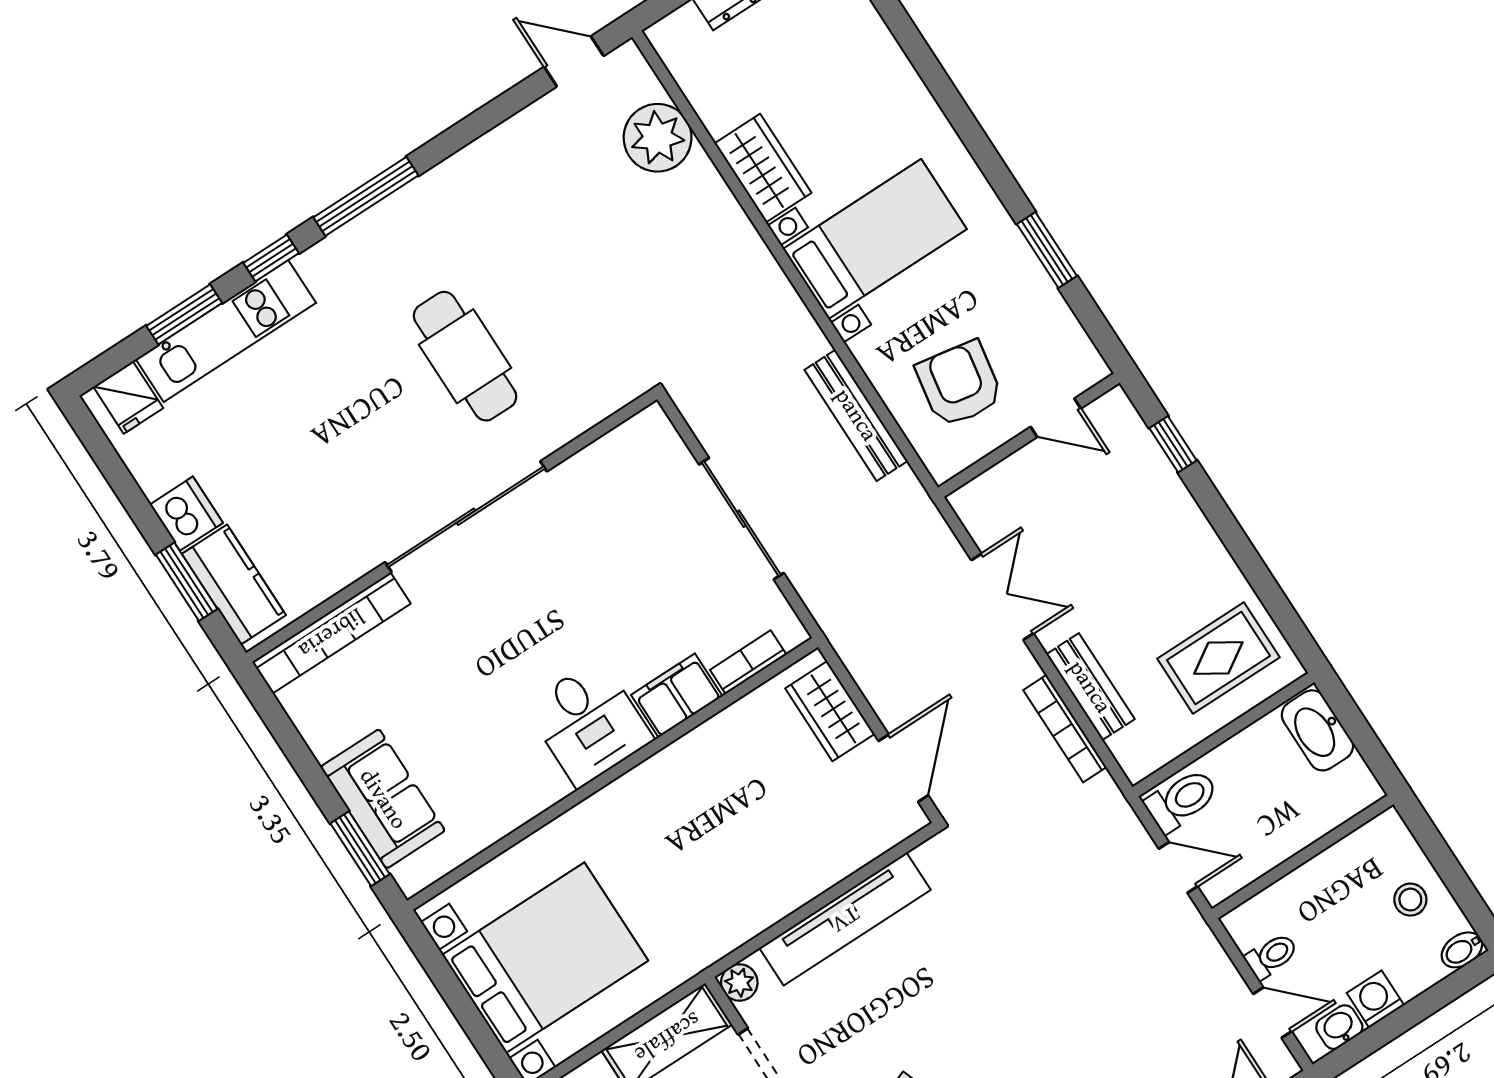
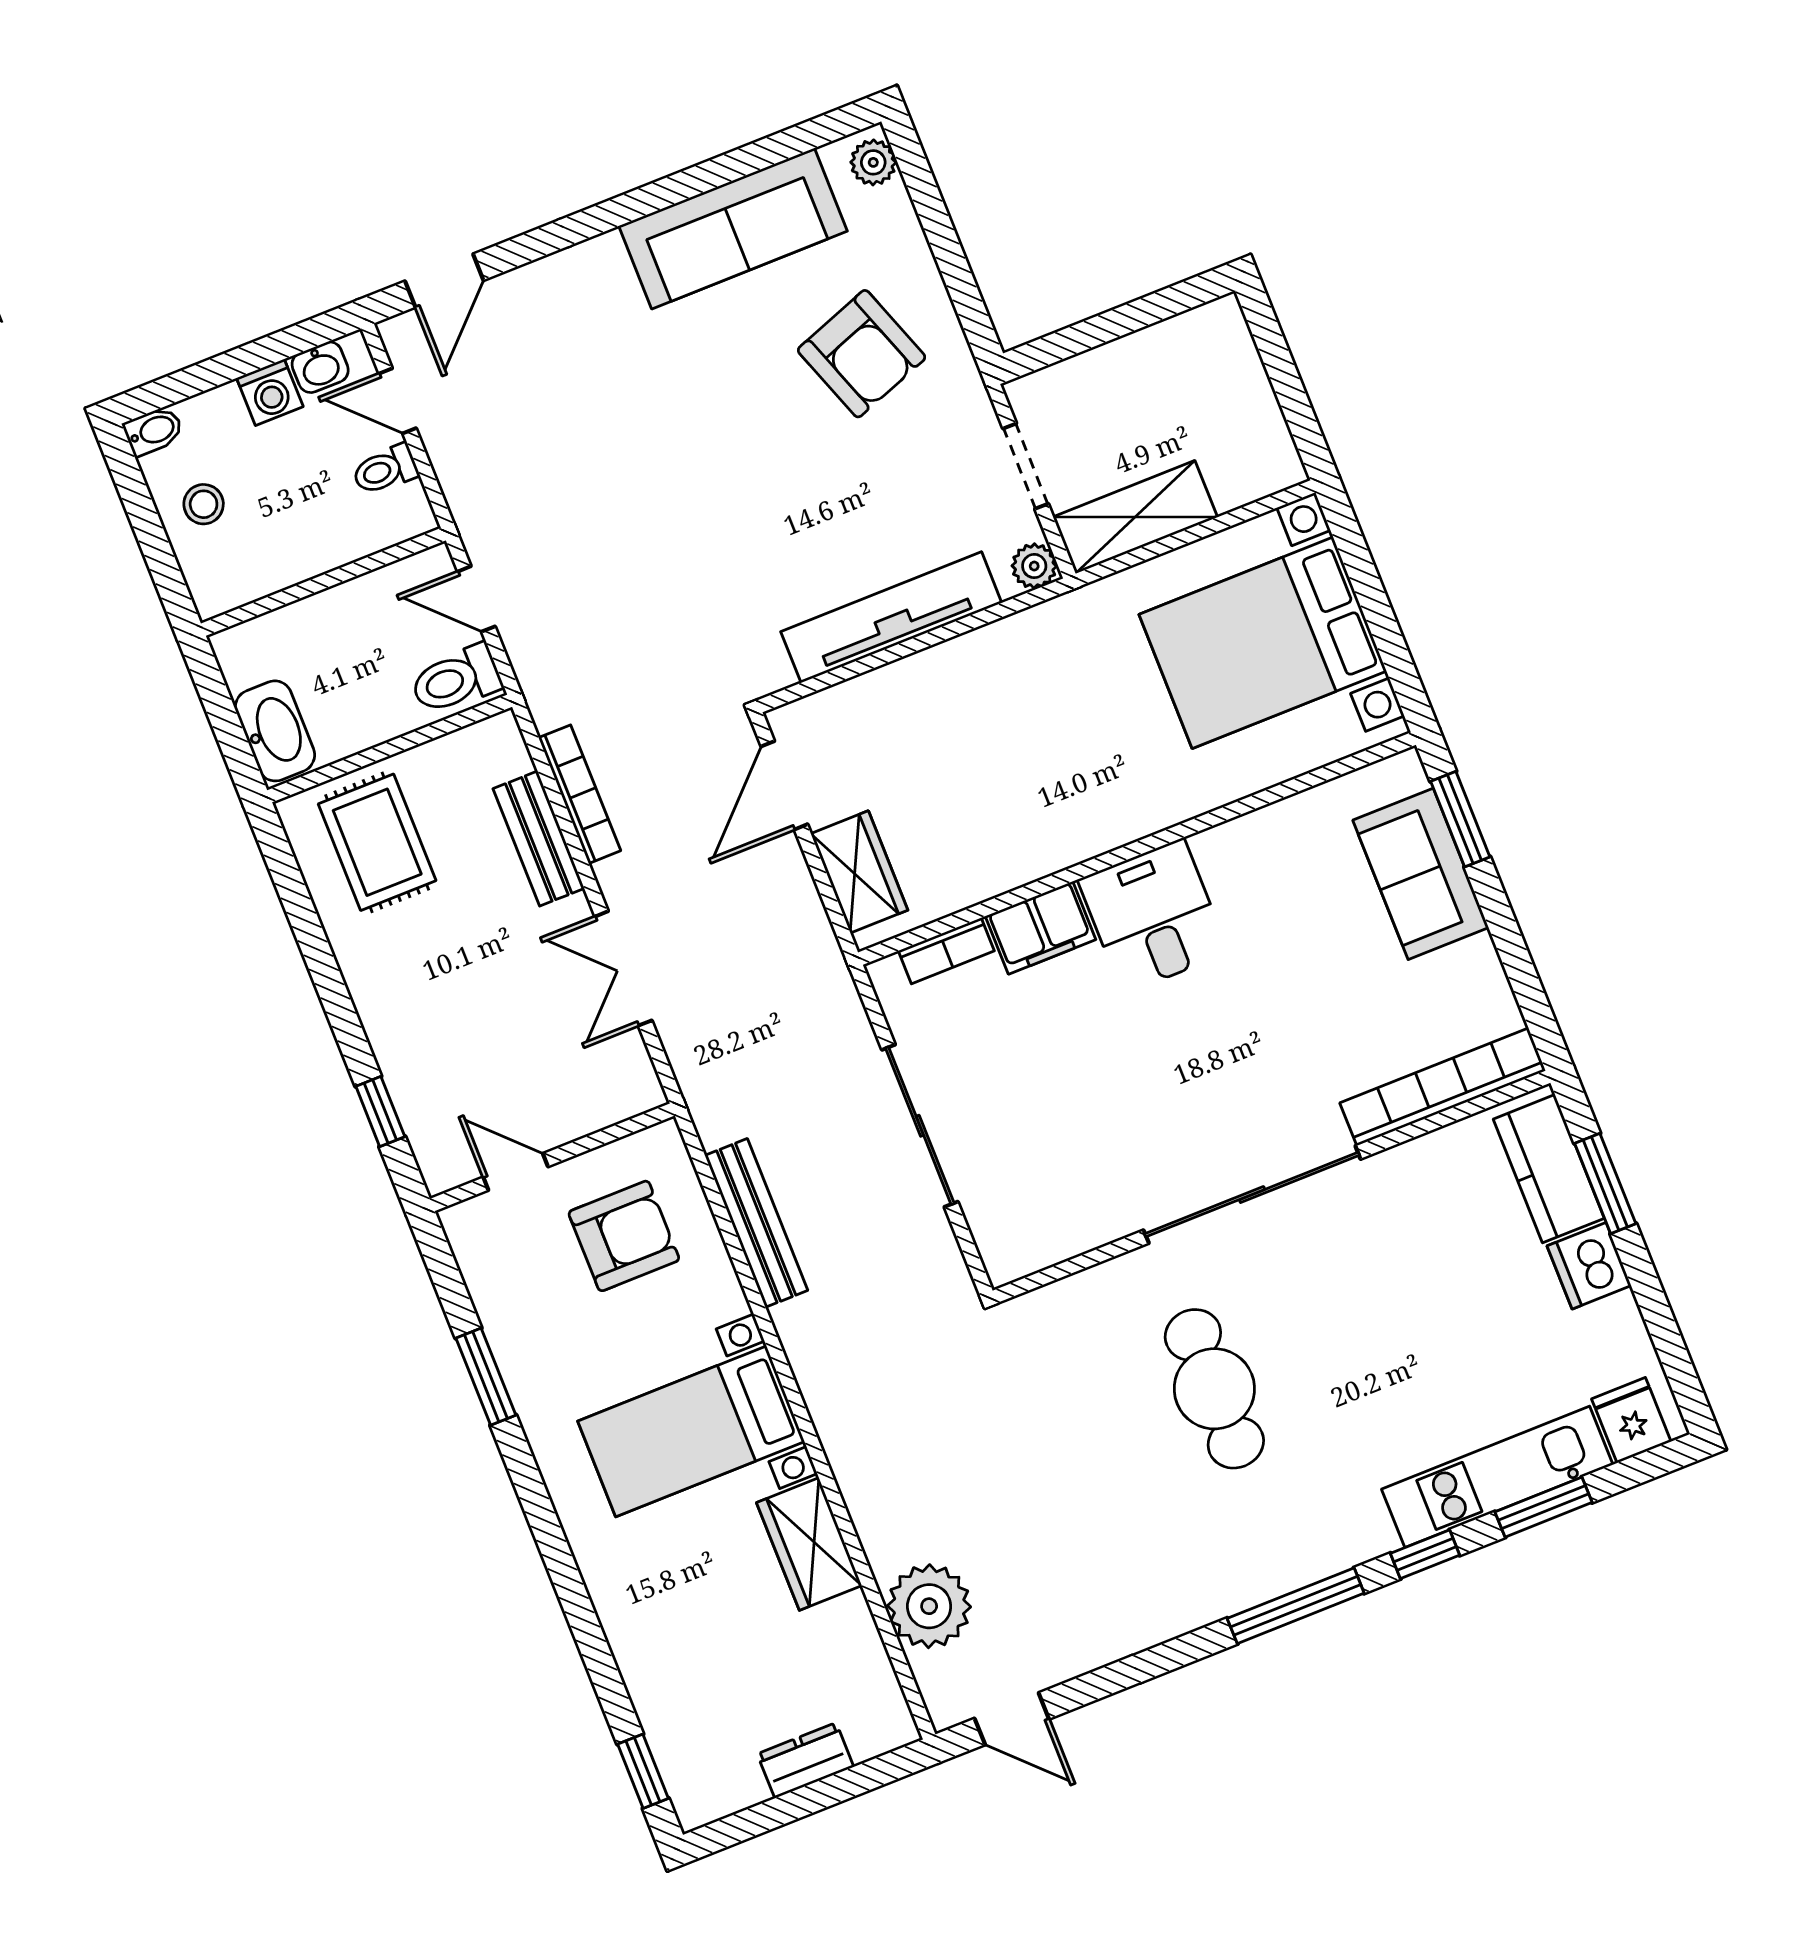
armchair: (959, 384) -> (624, 1236), turned -100
rug: (1218, 658) -> (377, 842), turned 90

